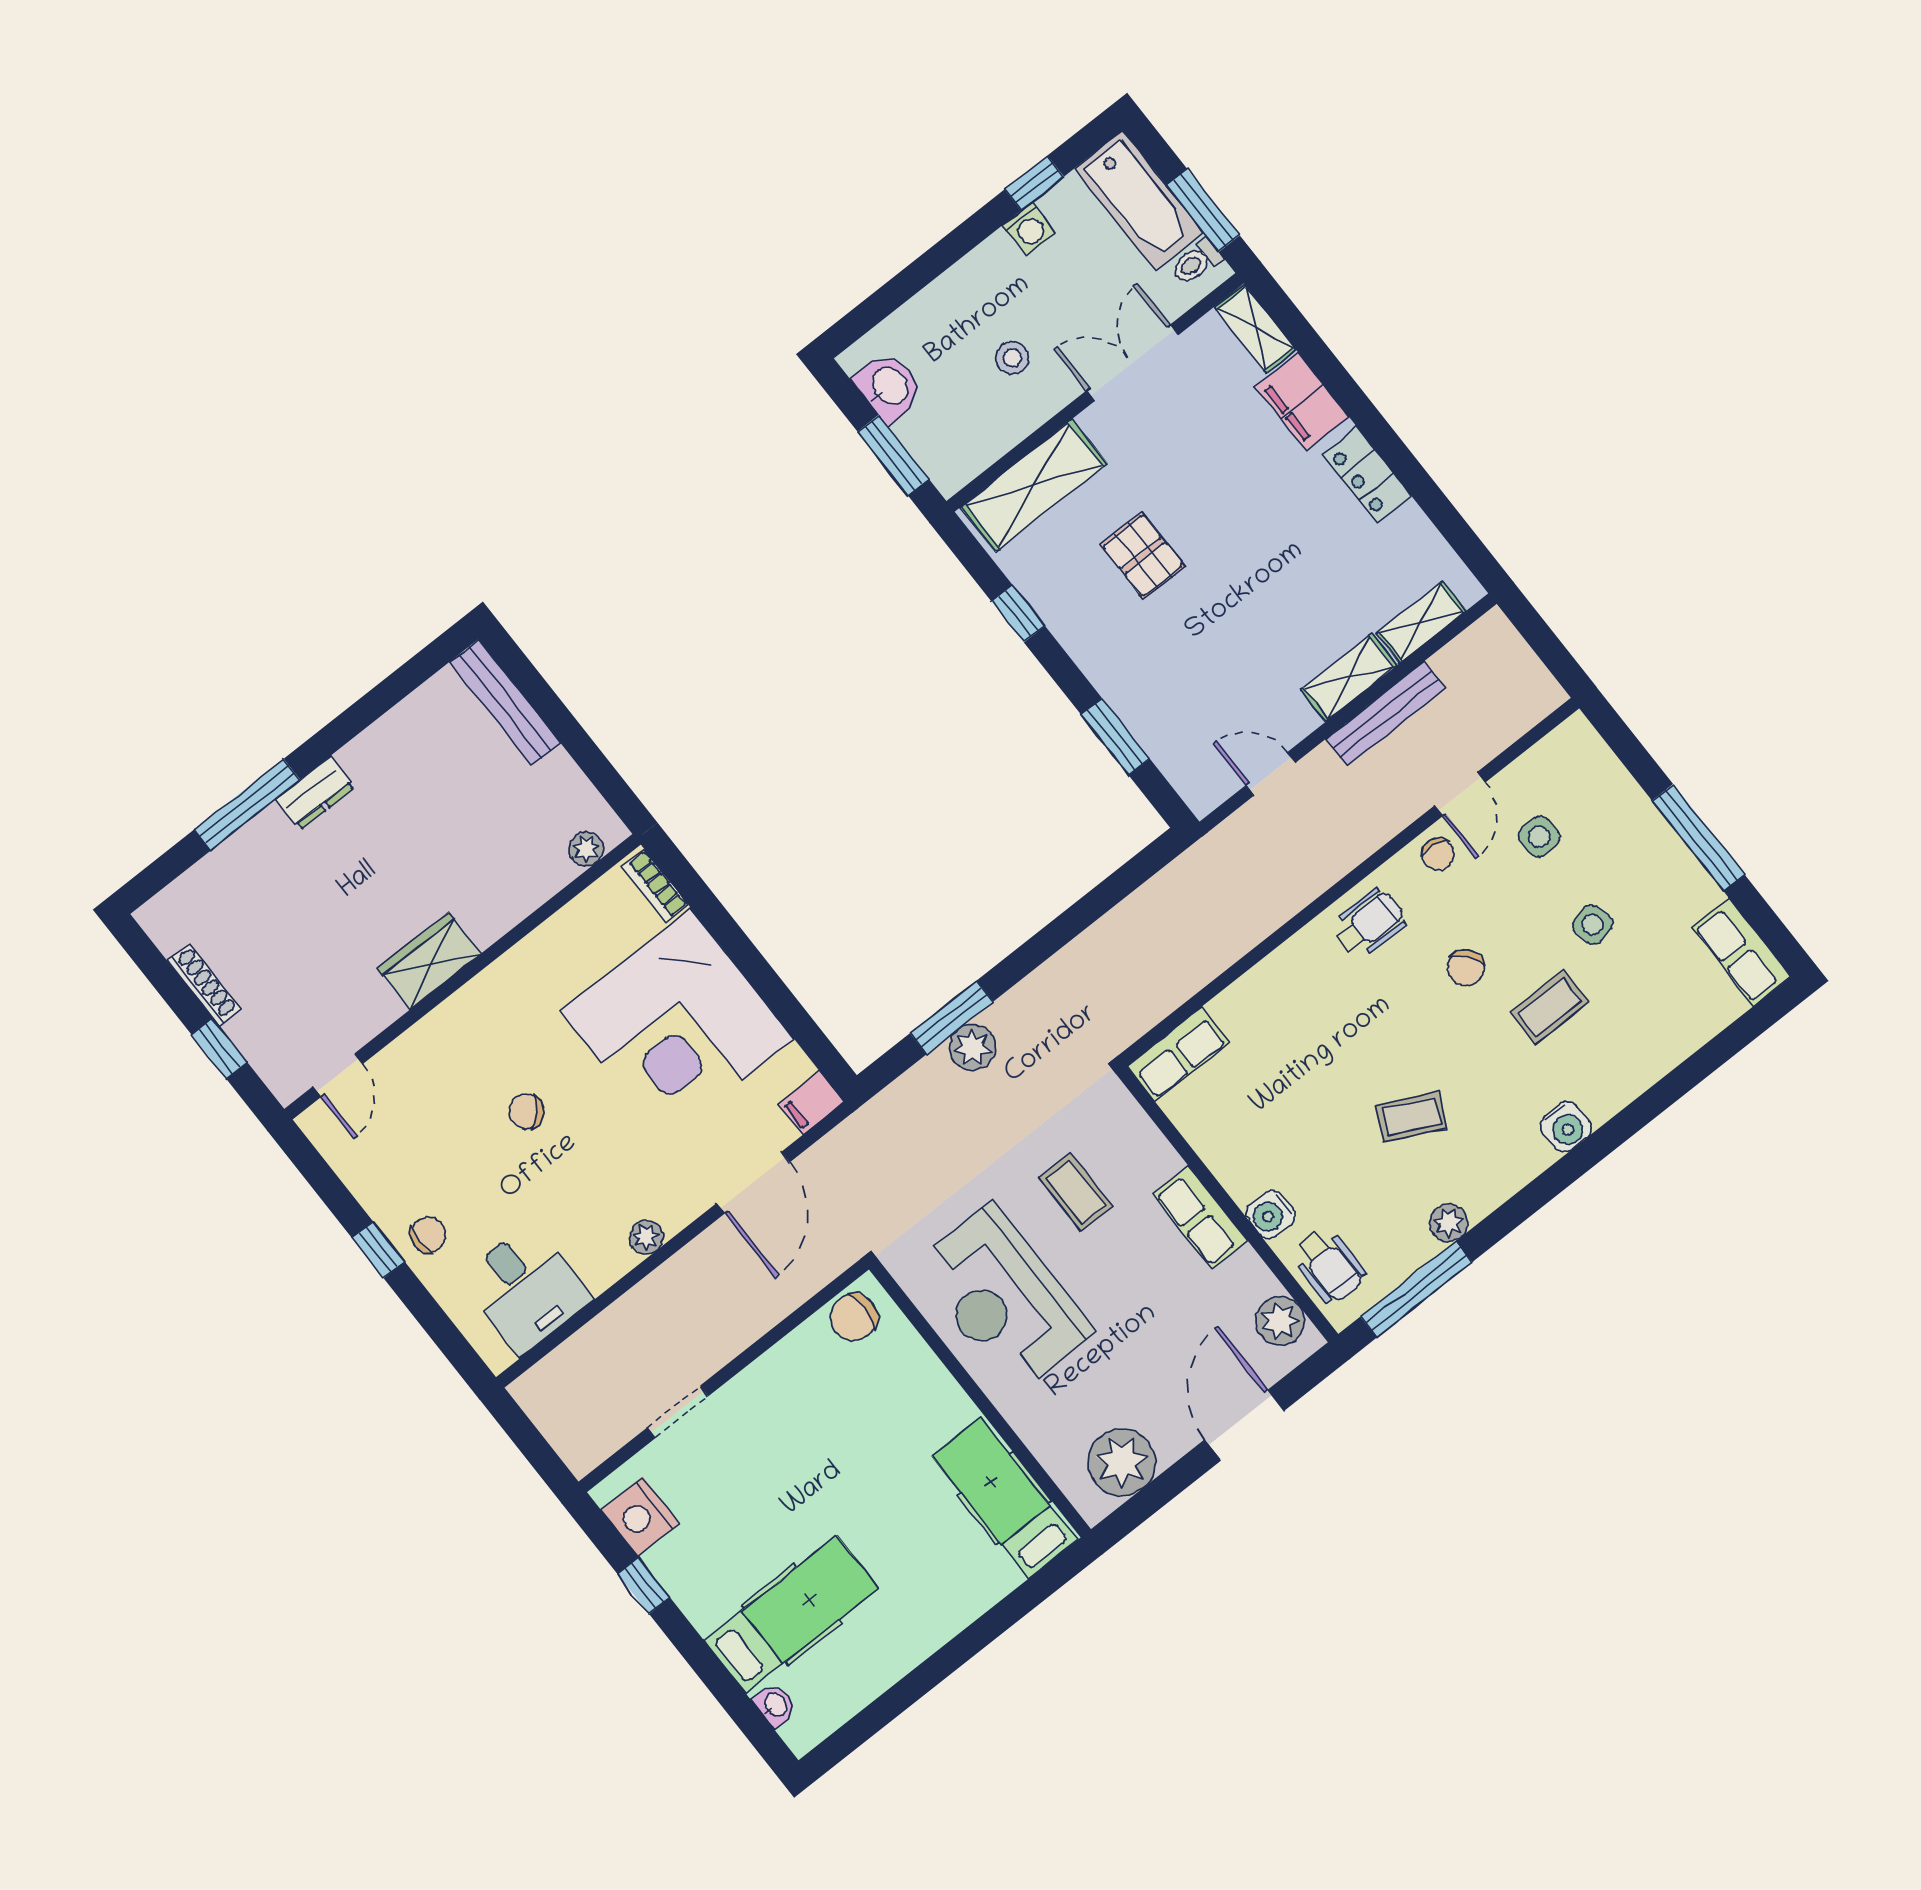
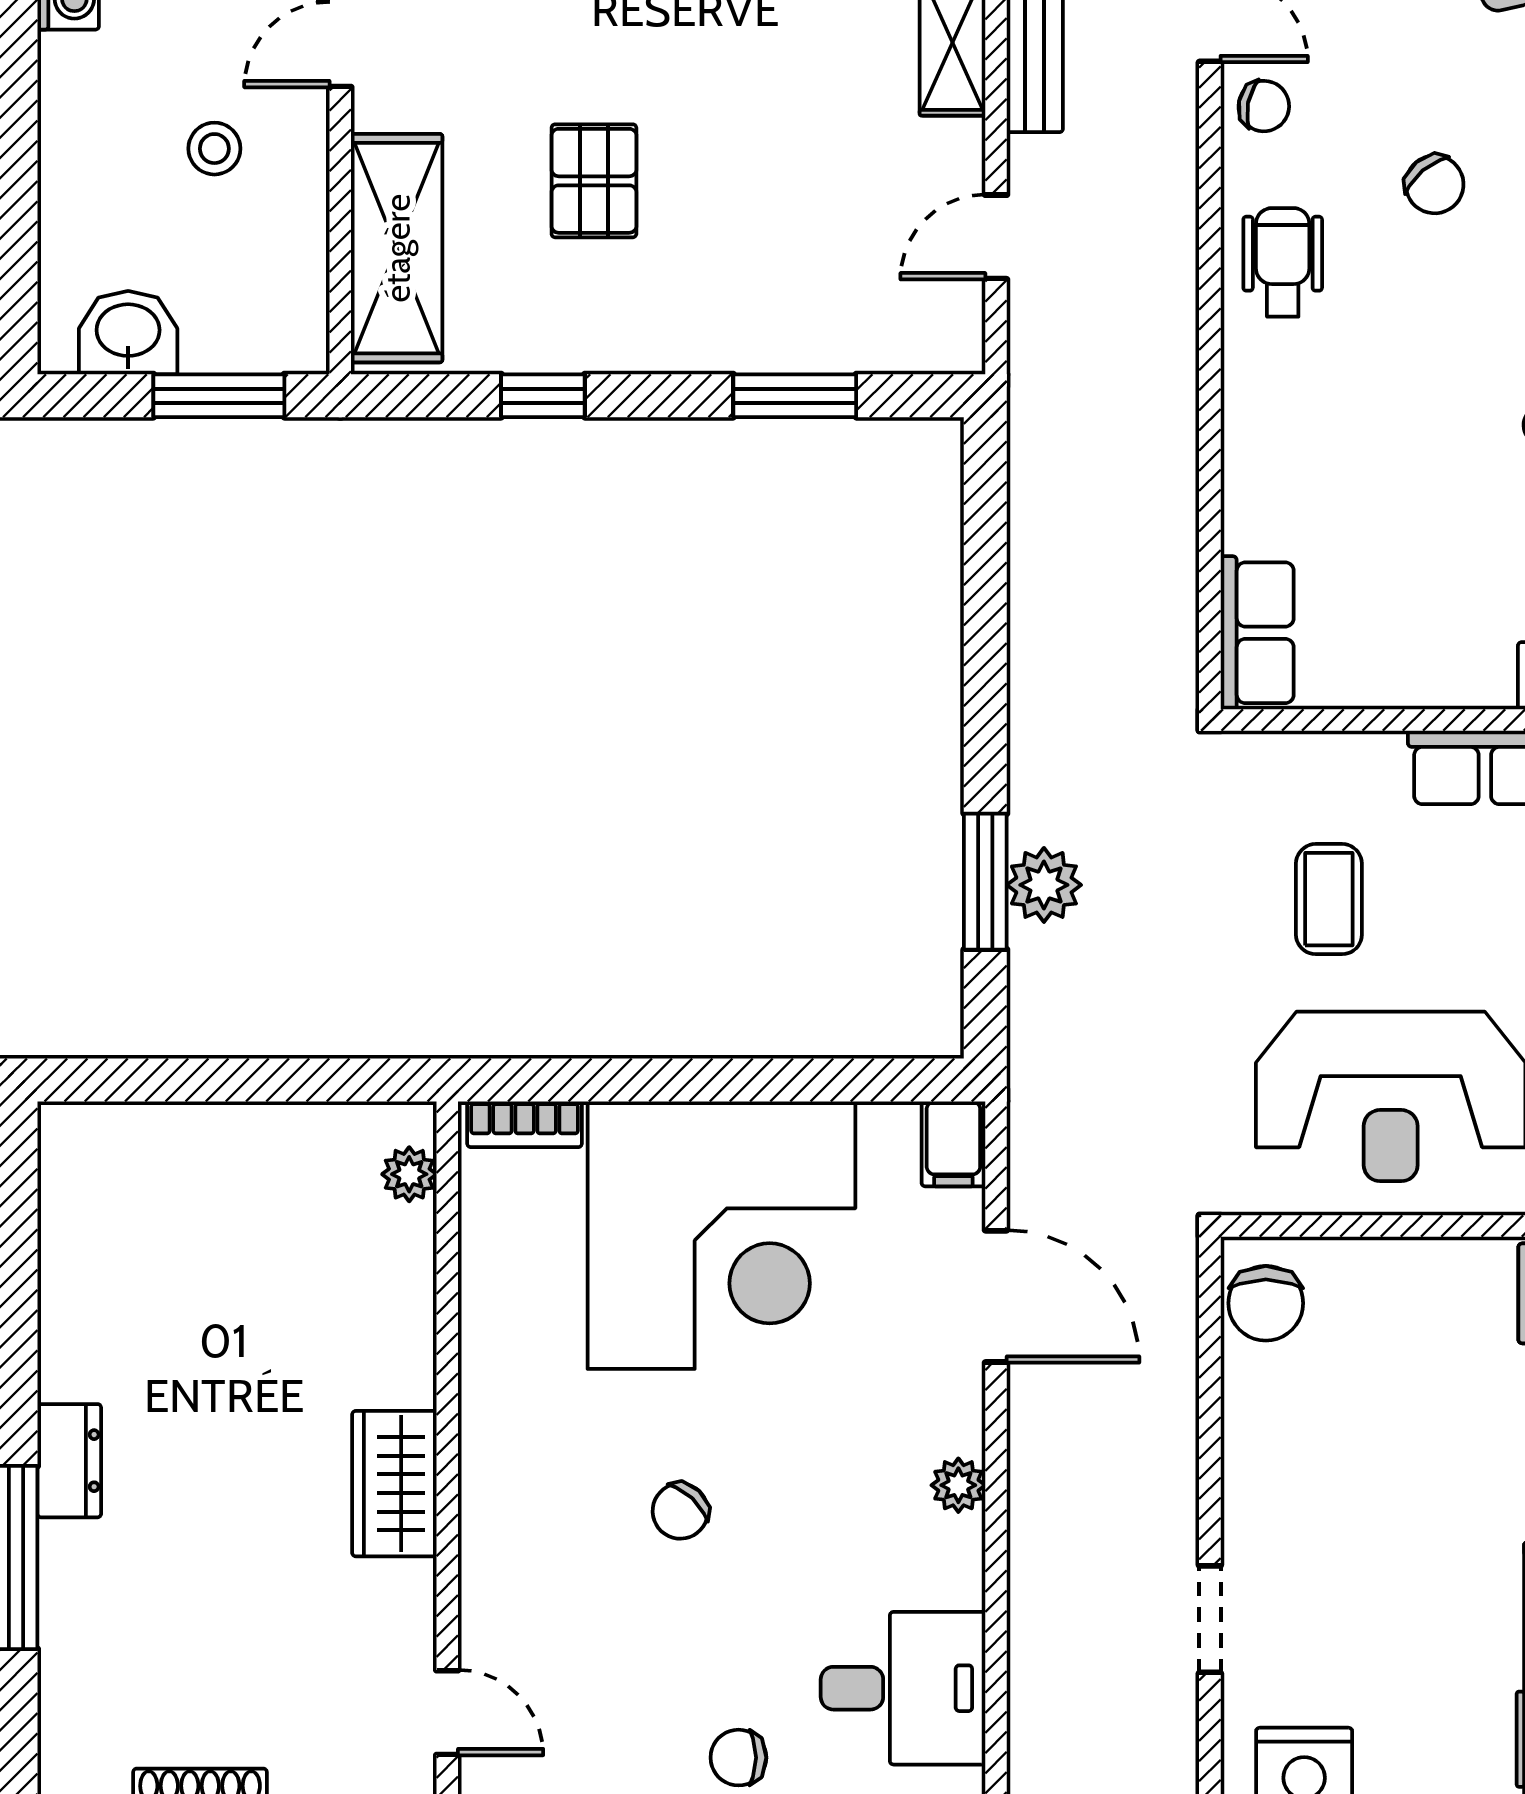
pallet: (1143, 556) -> (594, 181), turned 90
bench: (505, 703) -> (144, 1131), removed
coffee table: (1076, 1192) -> (1329, 899), turned 90
chair: (428, 1235) -> (738, 1758), turned -90

